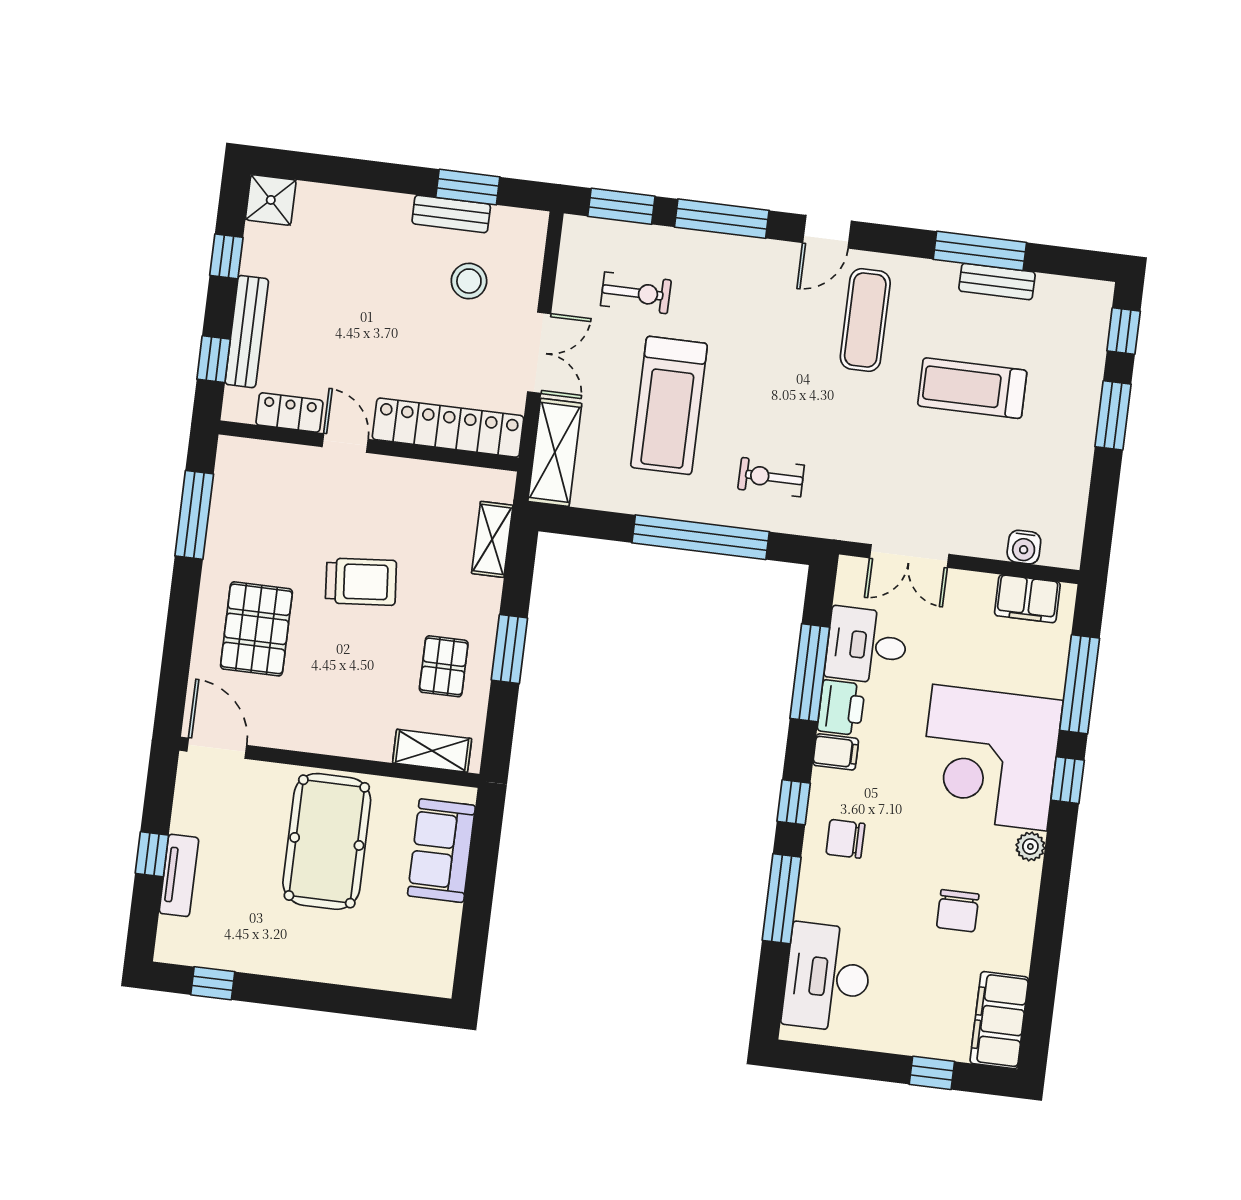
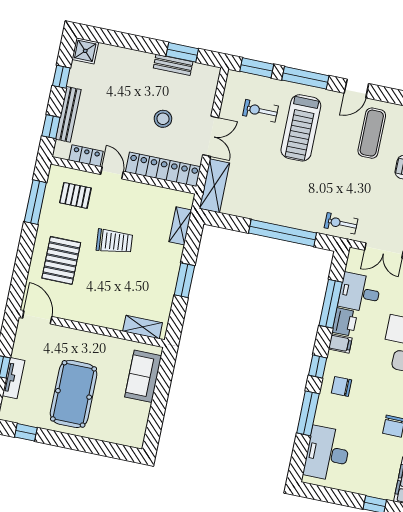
stool: (469, 281) -> (163, 119), moved
exercise bike: (636, 293) -> (260, 111), turned 180
treadmill: (669, 405) -> (301, 128), moved
exercise bike: (771, 477) -> (341, 223), moved
pallet: (444, 666) -> (75, 195), moved, turned 90
pool table: (327, 841) -> (74, 394), moved

